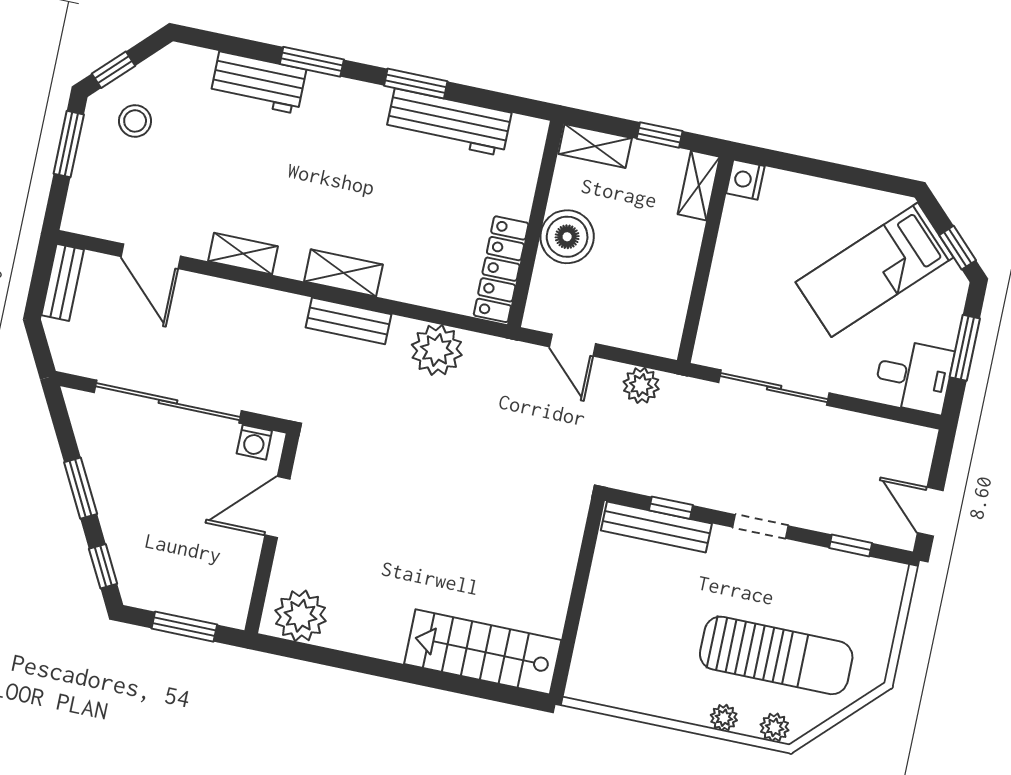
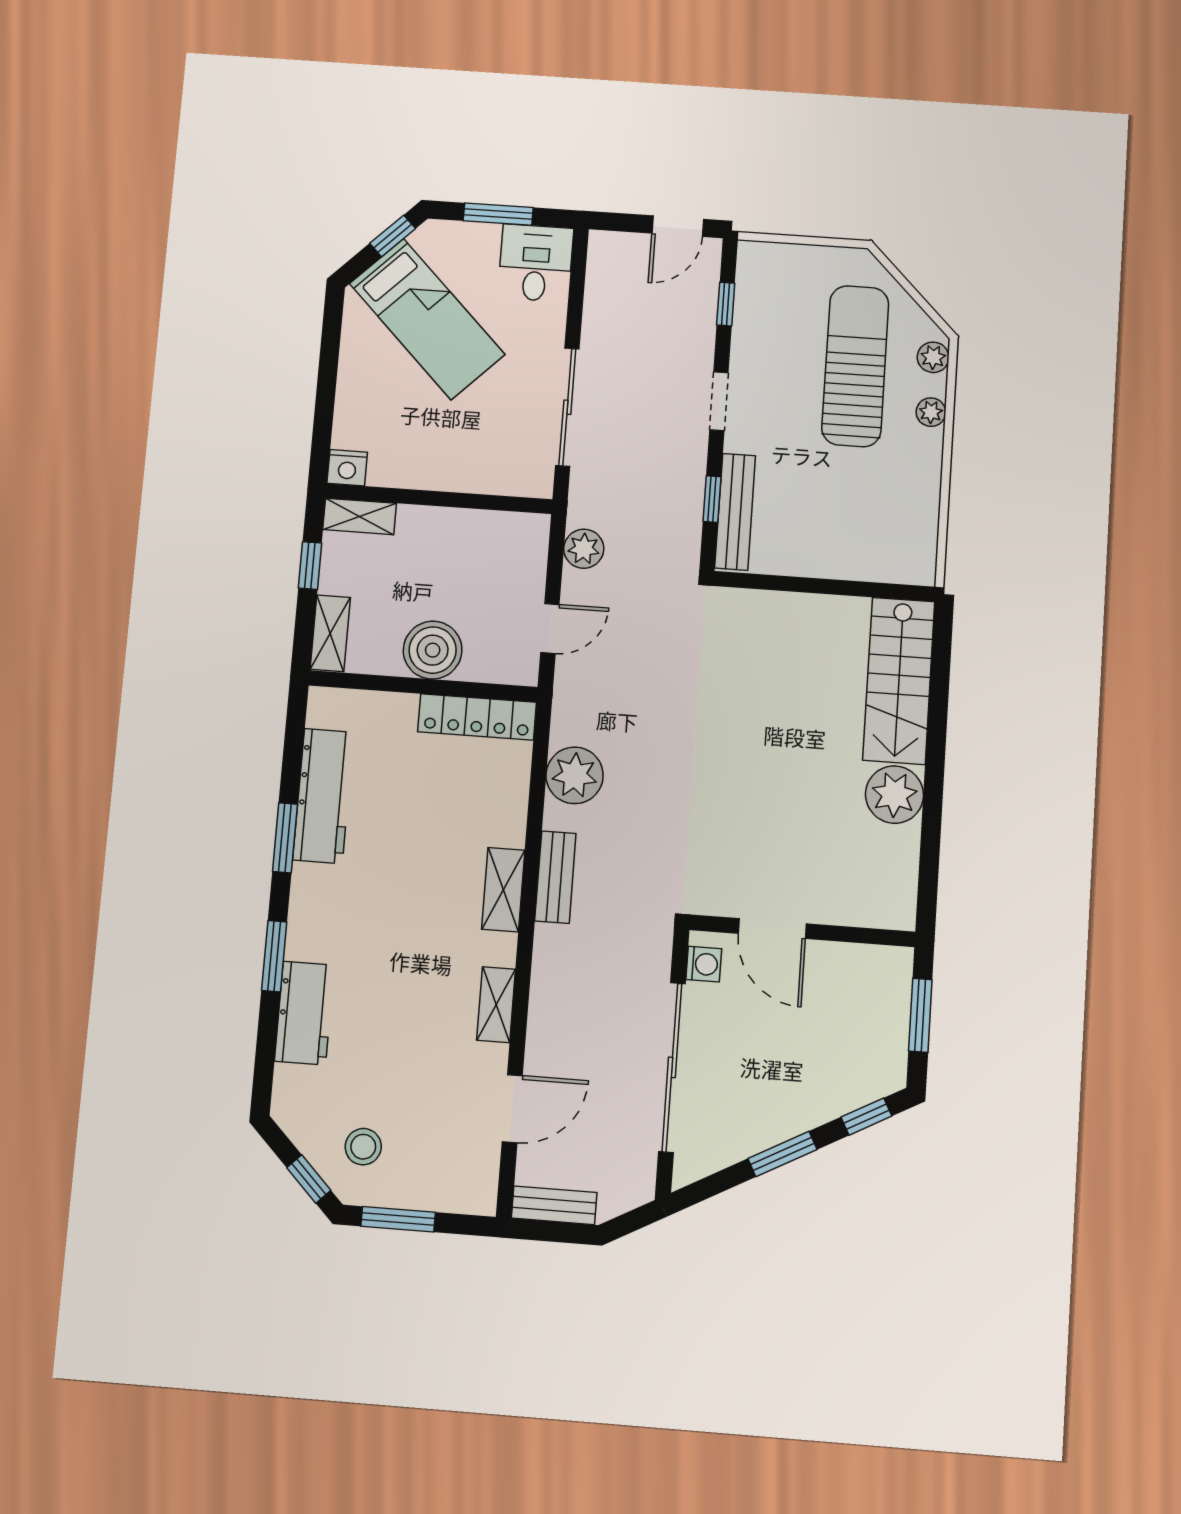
plant: (301, 616) -> (894, 795), moved

